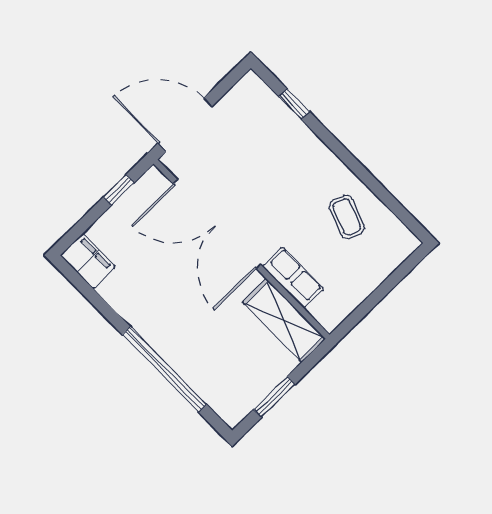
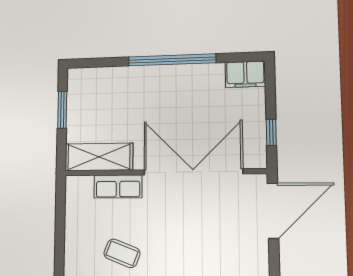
window: (164, 369) -> (172, 60), moved

